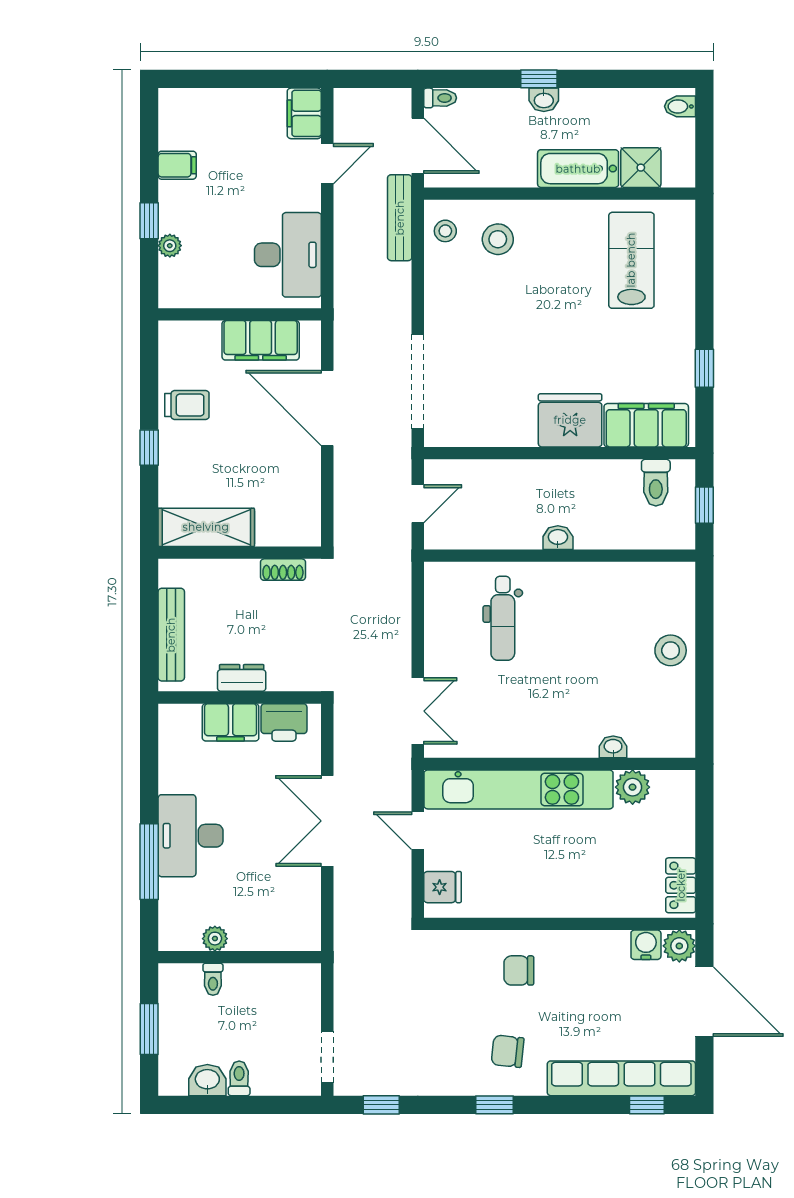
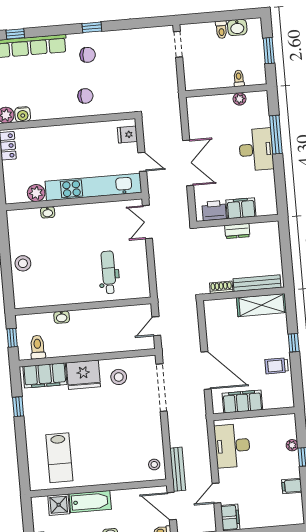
stool: (498, 239) -> (119, 377), moved
washbasin: (558, 538) -> (62, 317), moved
bench: (171, 635) -> (257, 283), moved, turned 90
window: (381, 1105) -> (149, 22), removed

